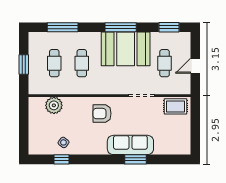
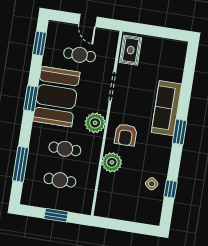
window: (121, 27) -> (31, 98), width x0.69
plant: (108, 86) -> (95, 123), added
plant: (54, 105) -> (112, 162), moved
window: (136, 159) -> (179, 132), moved

